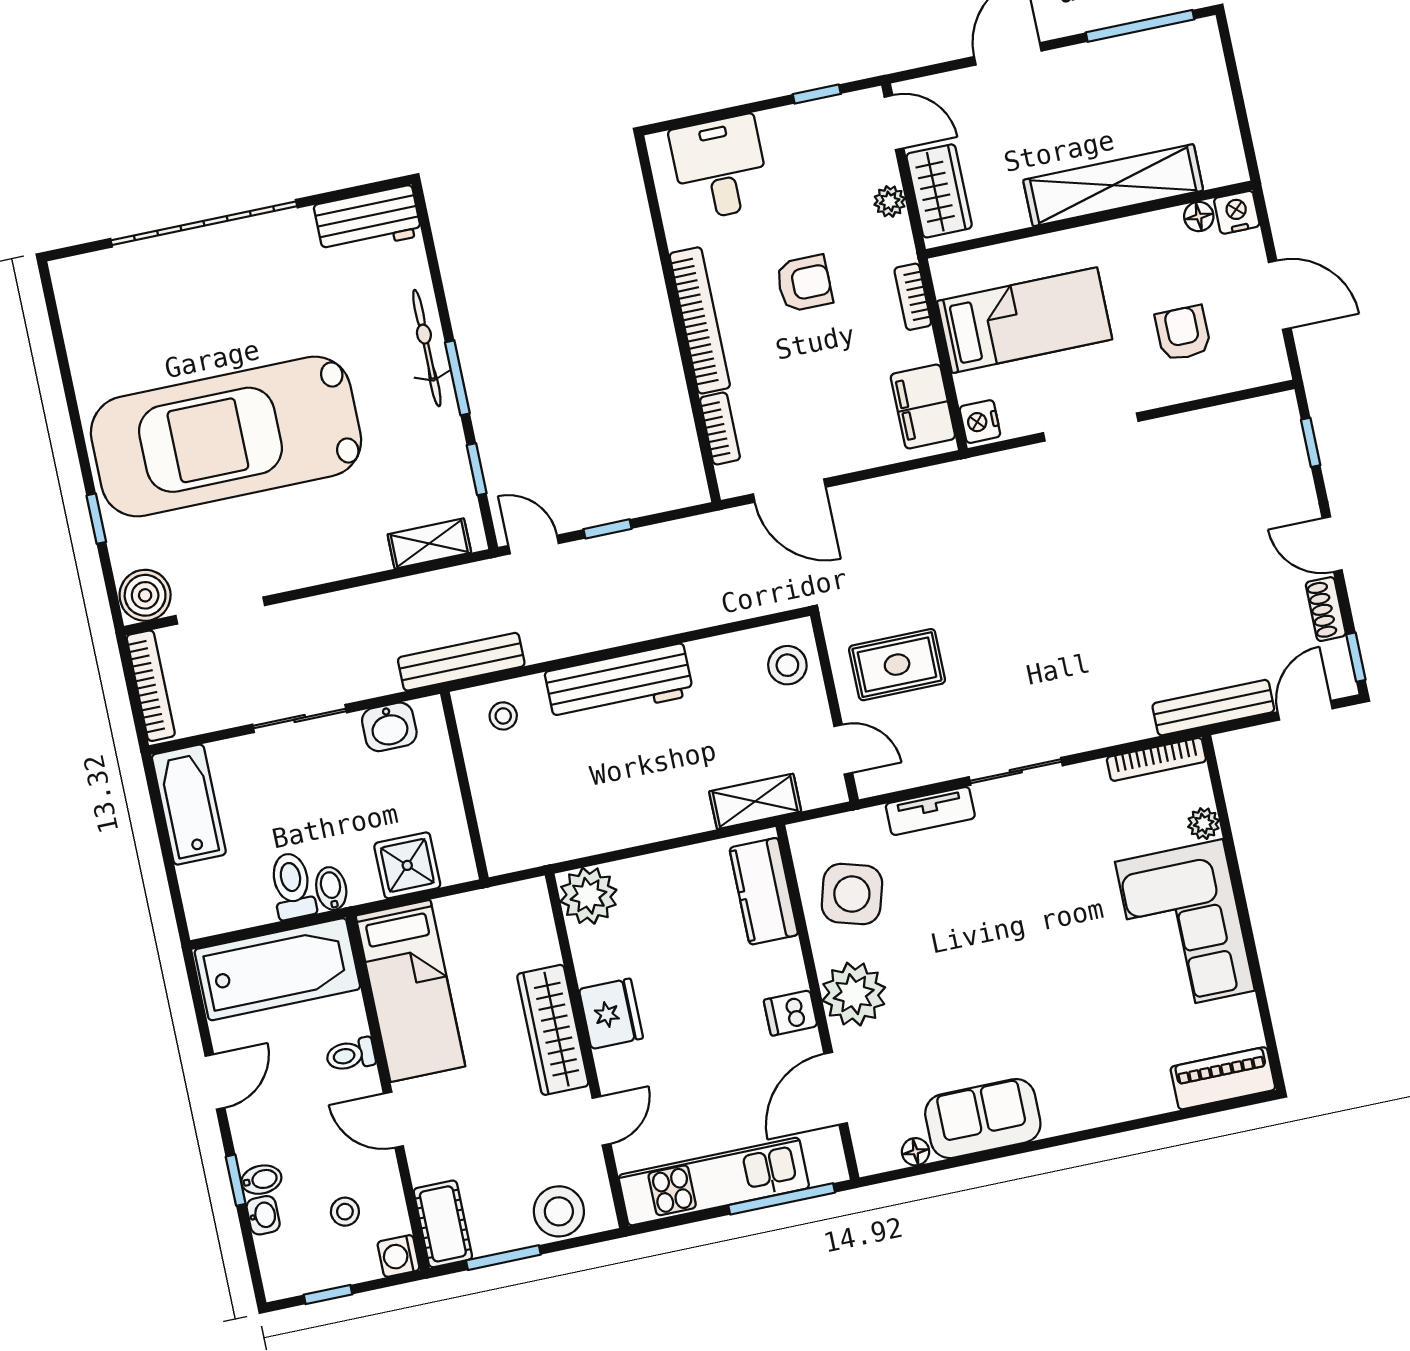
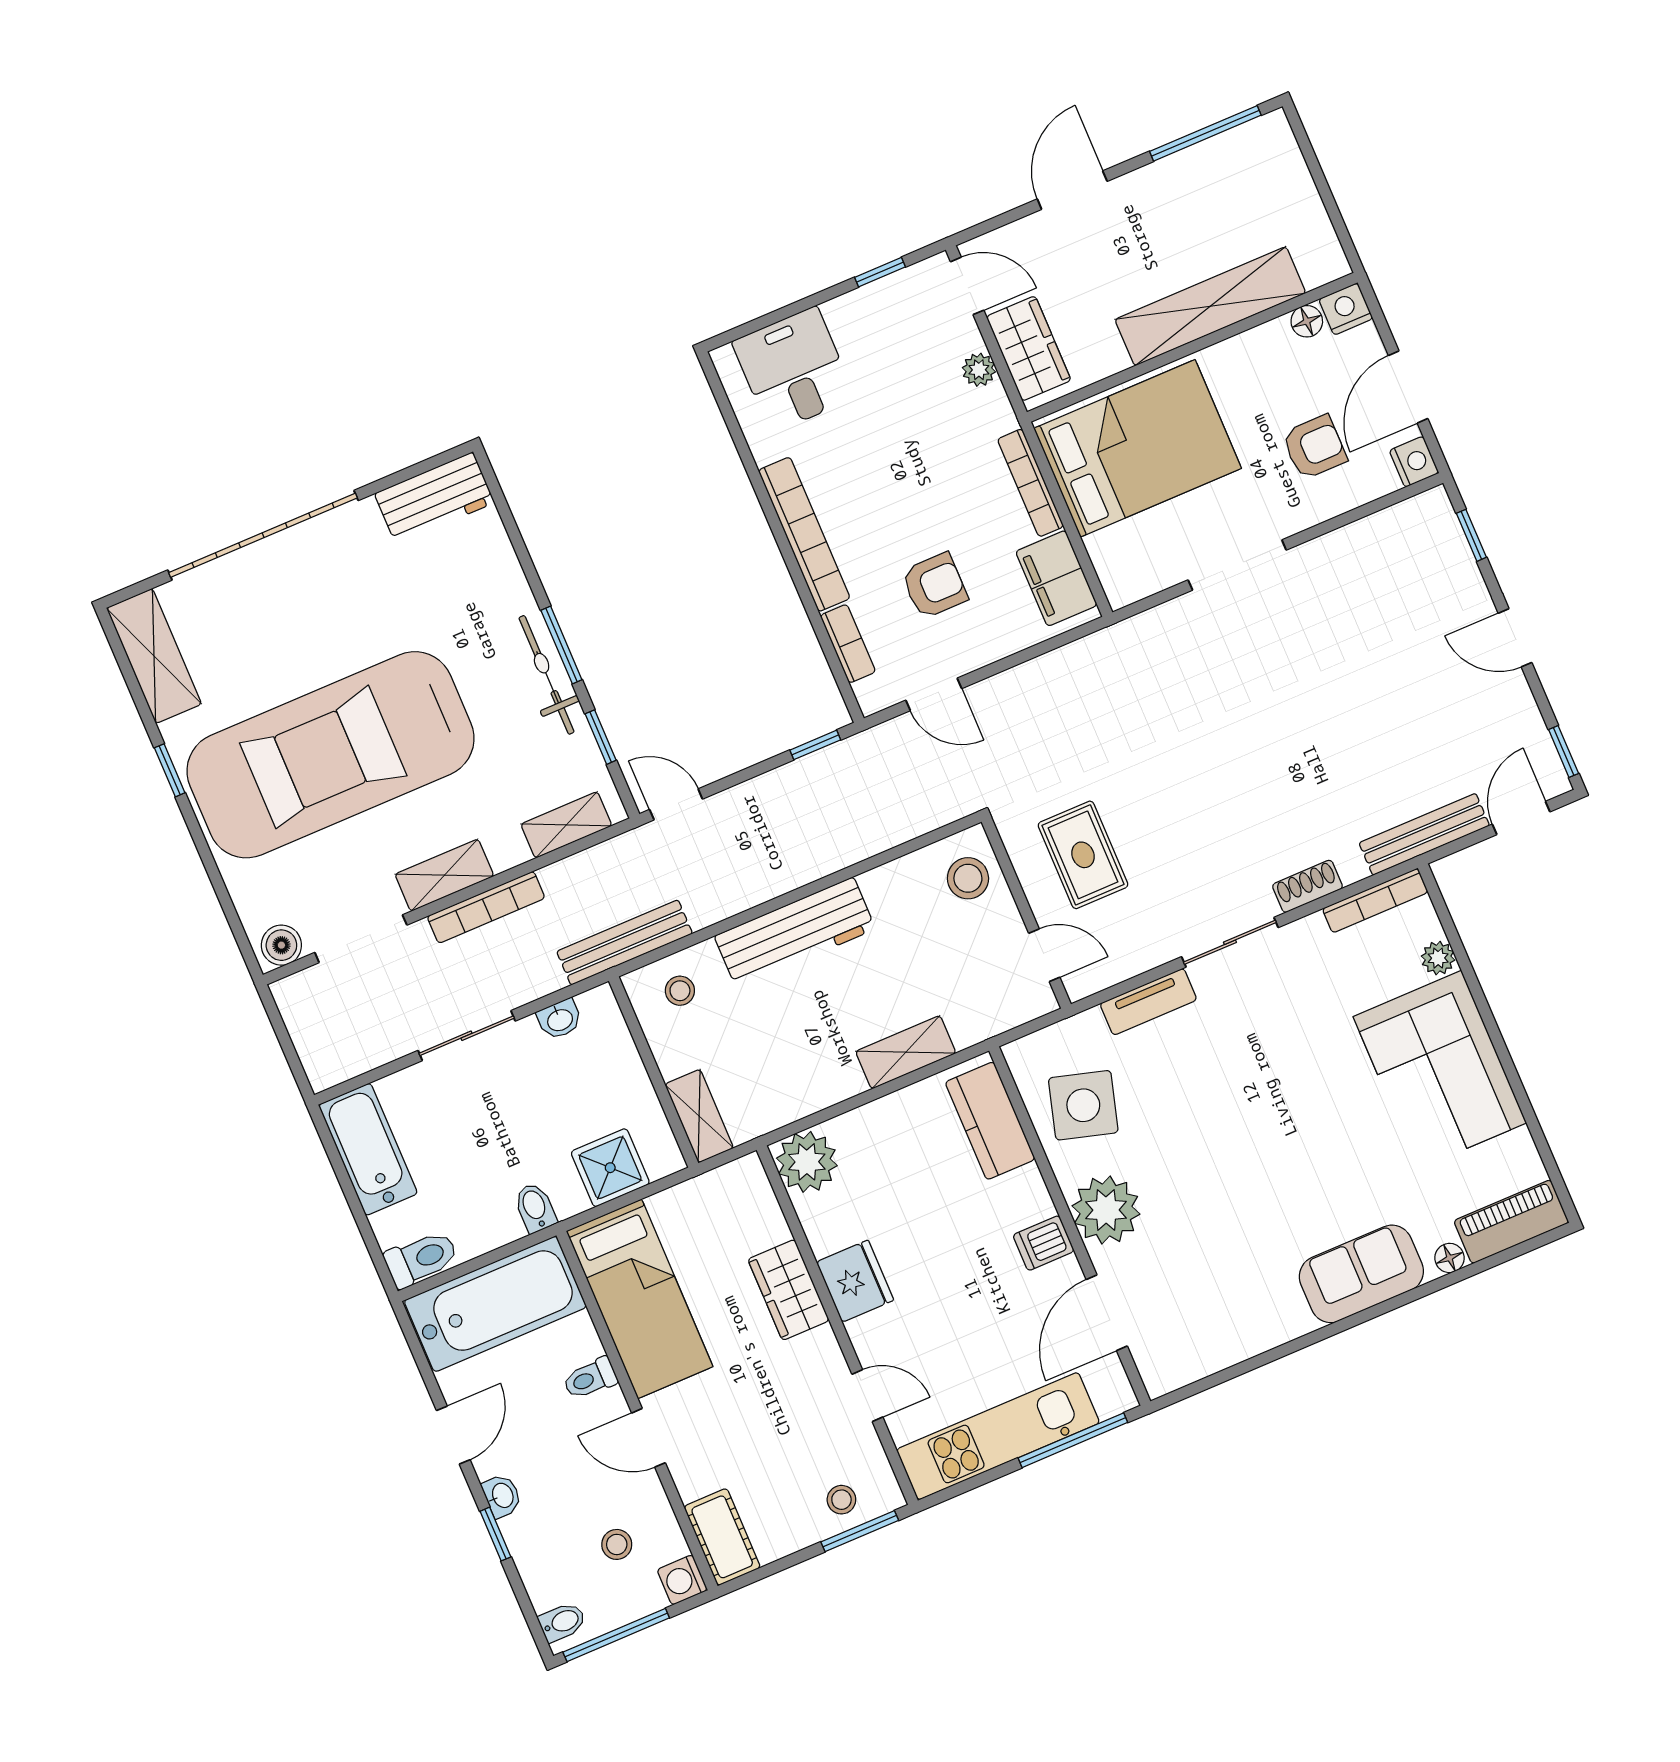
armchair: (804, 283) -> (934, 586), moved
door: (1280, 295) -> (1408, 387), swing flipped
bookcase: (913, 297) -> (1031, 483), width x1.56
shelving: (82, 314) -> (154, 656), added
bed: (1025, 320) -> (1138, 448), width x1.50
armchair: (1183, 333) -> (1314, 447), turned 90
bicycle: (427, 348) -> (547, 675), moved
nightstand: (980, 422) -> (1414, 462), moved, turned 180
door: (789, 491) -> (934, 694), width x0.73
window: (96, 519) -> (170, 770), moved
window: (608, 529) -> (815, 745), moved
shelving: (308, 567) -> (444, 875), added
boiler: (145, 595) -> (281, 945), width x0.73, depth x0.73
shoe rack: (1326, 609) -> (1307, 886), moved, turned 90
rug: (897, 665) -> (1083, 855), turned 90
bookcase: (151, 686) -> (486, 907), moved, turned 90
washbasin: (389, 727) -> (560, 1019), width x0.72, depth x0.69
shelving: (755, 801) -> (906, 1052), moved
shelving: (498, 834) -> (699, 1116), added
toilet: (292, 886) -> (421, 1259), moved, turned 90
wardrobe: (553, 1030) -> (789, 1290), width x0.67
sofa: (983, 1119) -> (1361, 1274), moved
door: (601, 1121) -> (867, 1396), hinge flipped
floor lamp: (916, 1152) -> (1449, 1258), moved
bidet: (261, 1180) -> (562, 1622), moved
stool: (559, 1211) -> (841, 1500), width x0.53, depth x0.53
washbasin: (263, 1215) -> (502, 1496), moved
window: (503, 1258) -> (860, 1531), moved
window: (328, 1294) -> (616, 1635), width x2.17

